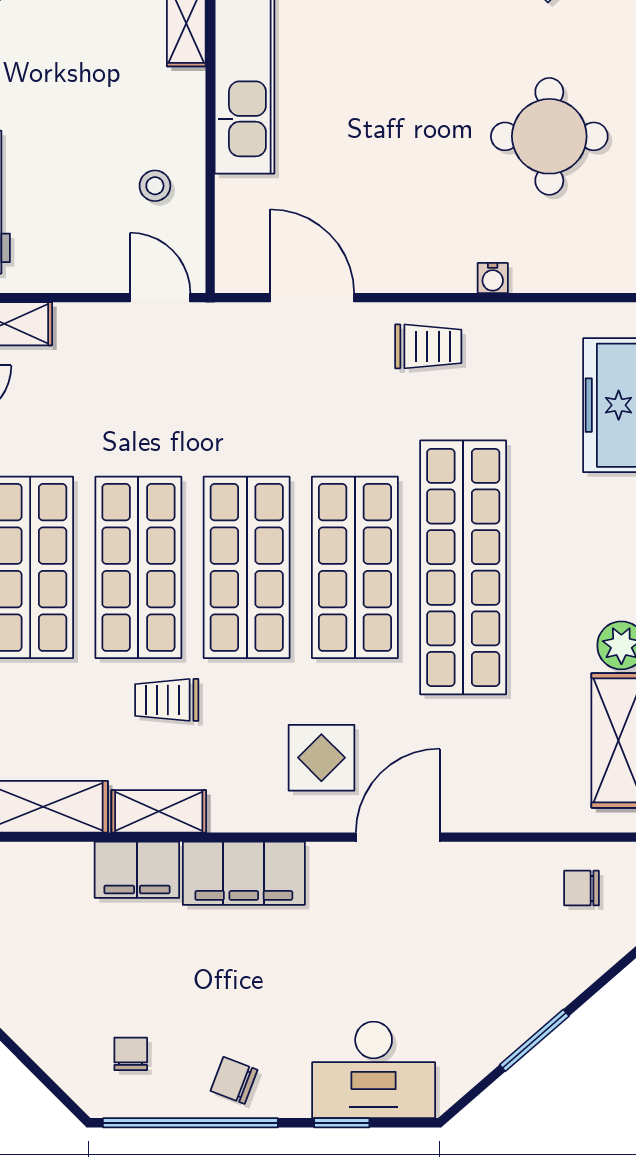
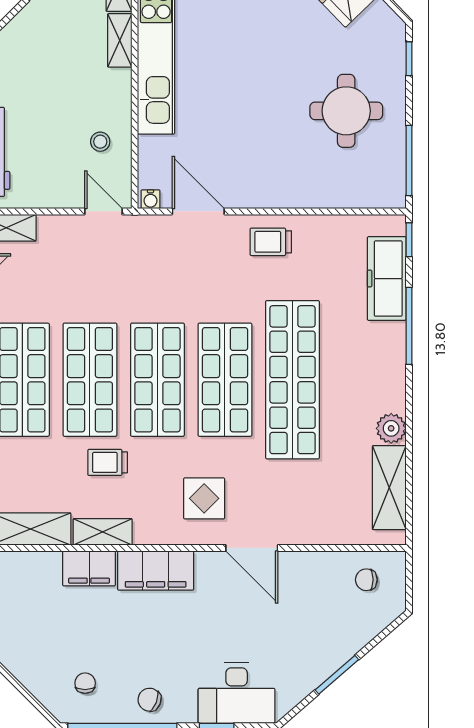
water cooler: (493, 278) -> (150, 199), moved
trolley: (428, 346) -> (271, 242), turned 180
door: (398, 837) -> (252, 548), swing flipped

